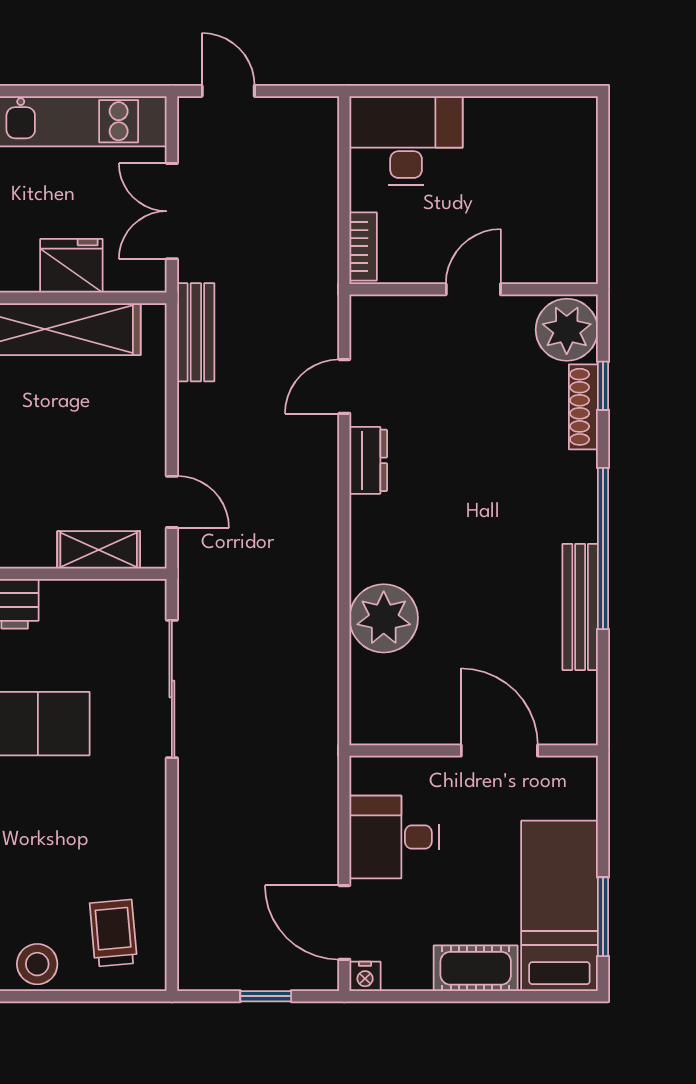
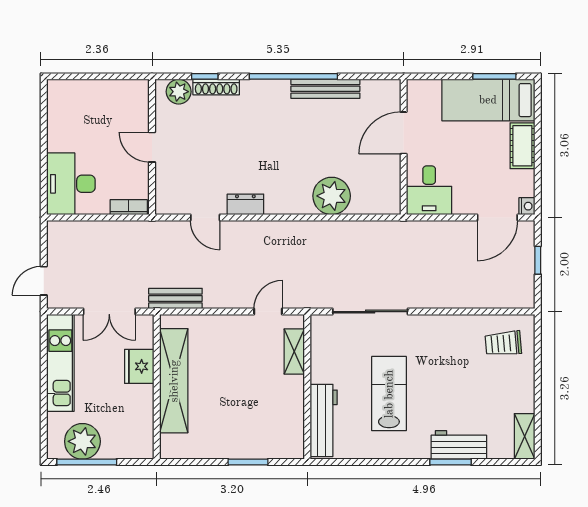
plant: (567, 330) -> (179, 92), width x0.73, depth x0.73
desk: (394, 837) -> (429, 190), moved
stool: (37, 964) -> (520, 385), removed

